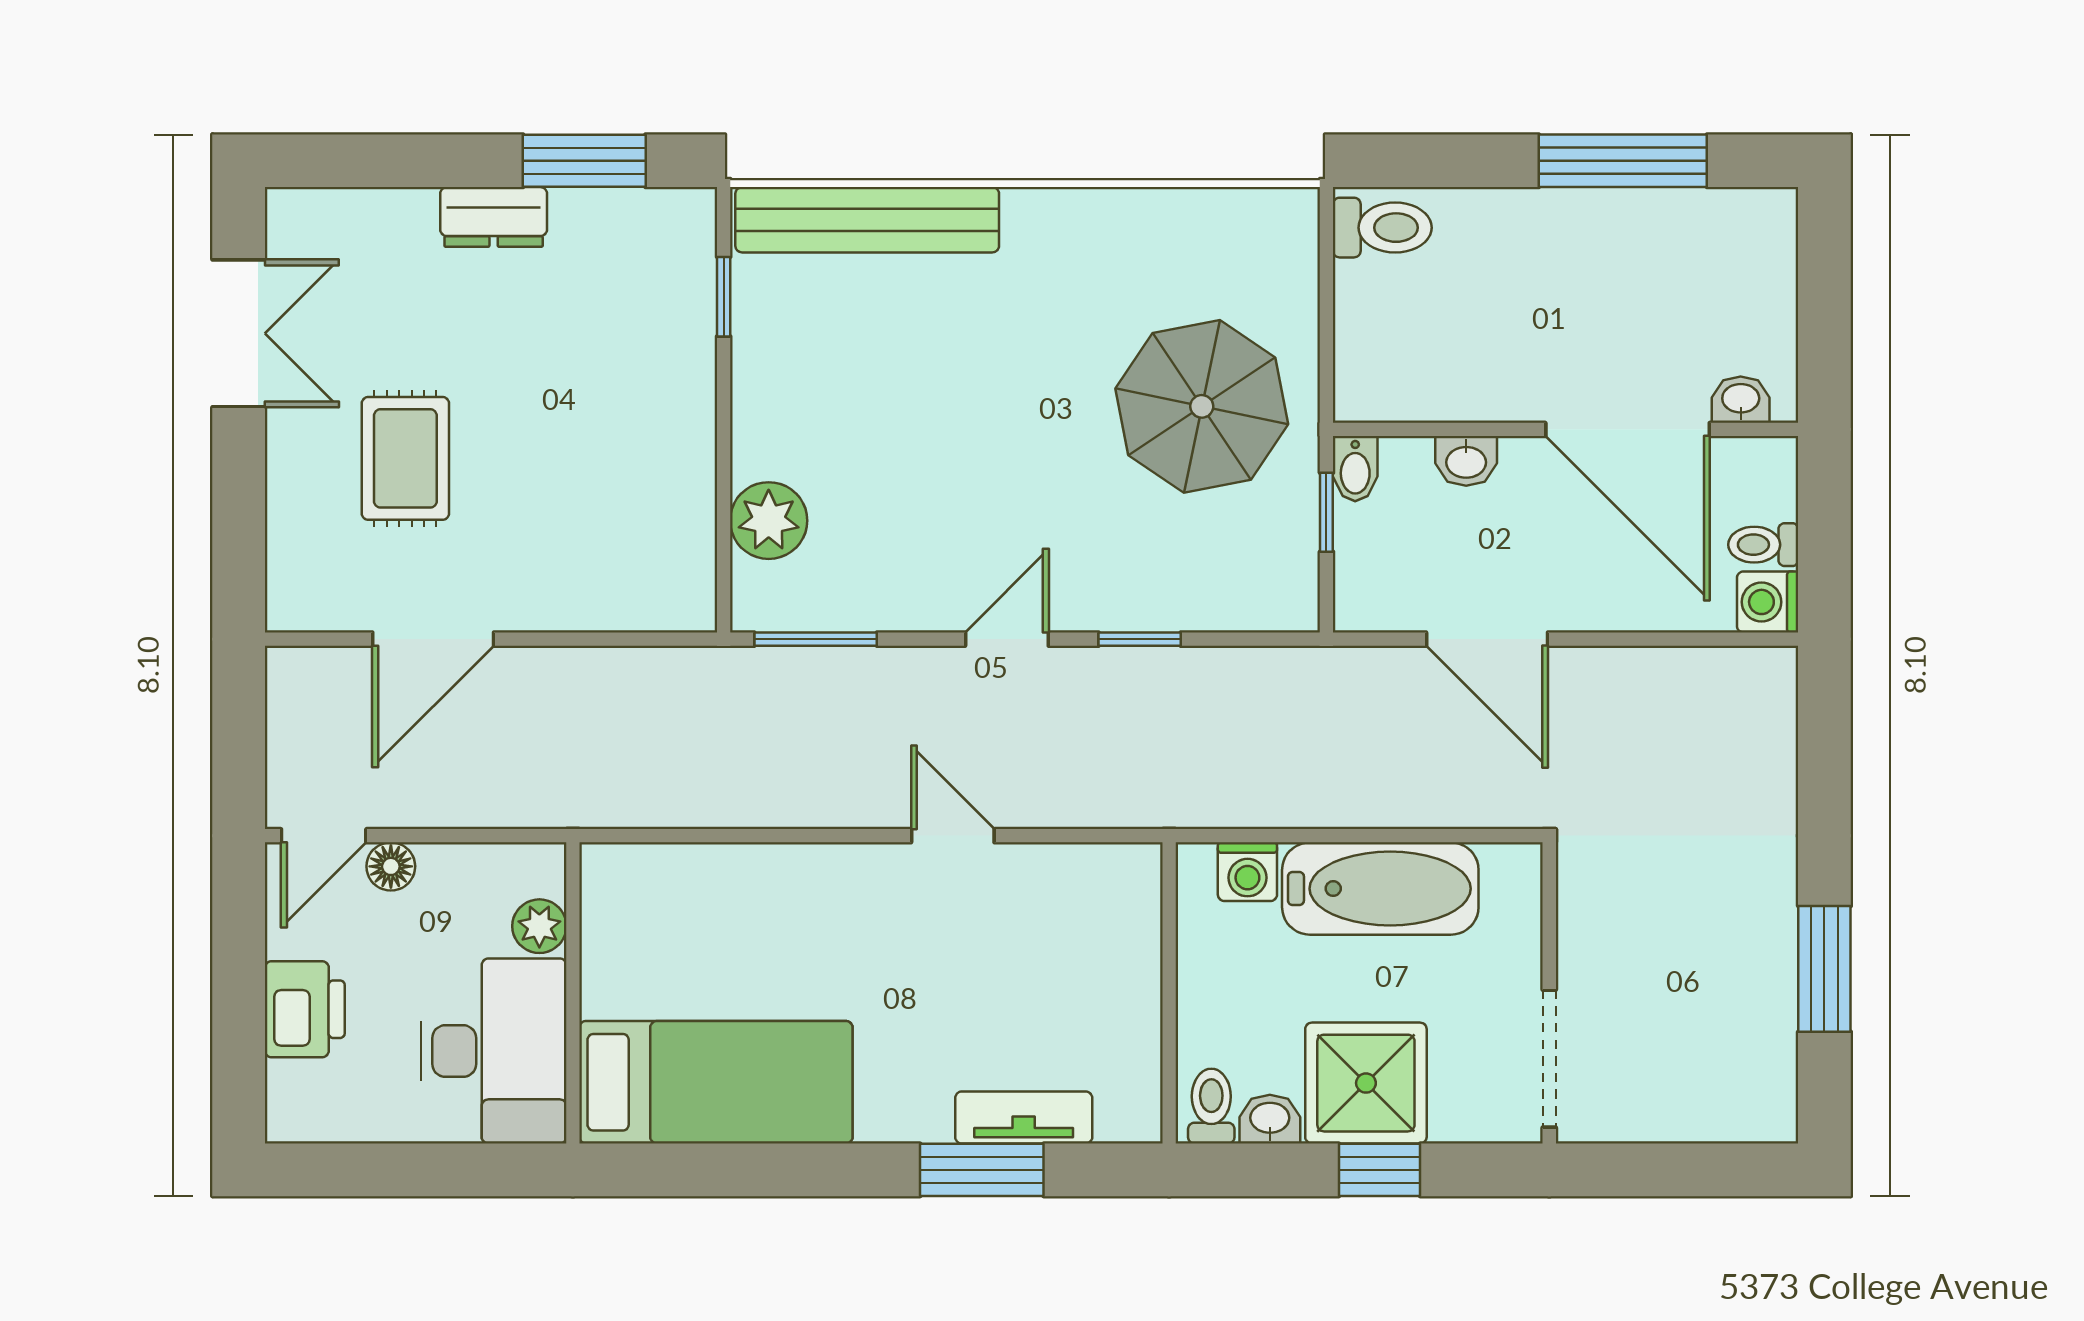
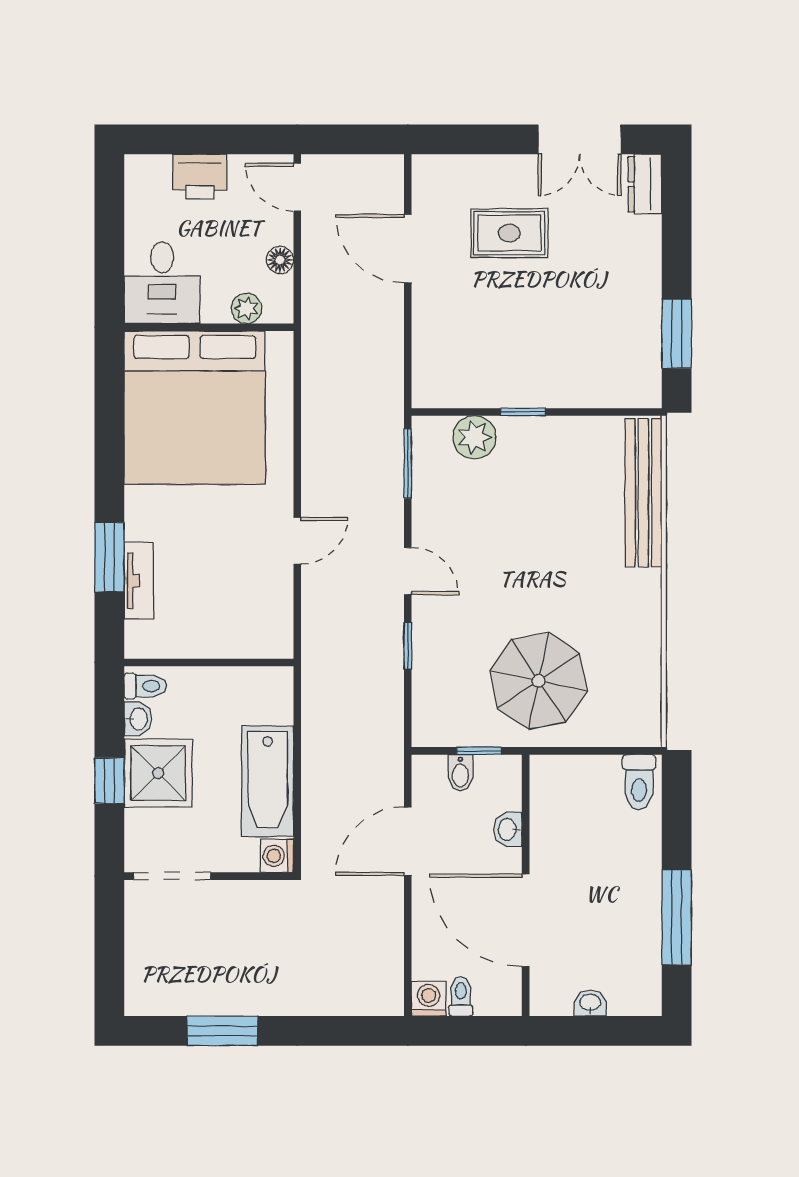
dresser: (494, 217) -> (645, 184), moved
window: (724, 297) -> (523, 412), moved
washbasin: (1741, 400) -> (590, 1003), moved, turned -90
door: (1628, 429) -> (526, 920), hinge flipped
bidet: (1355, 469) -> (460, 773), moved, turned -90
floor lamp: (391, 866) -> (280, 260), moved
washing machine: (1247, 872) -> (277, 856), moved
desk: (494, 1051) -> (162, 283), width x0.73
bed: (716, 1082) -> (195, 408), width x2.04

